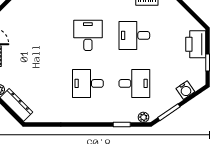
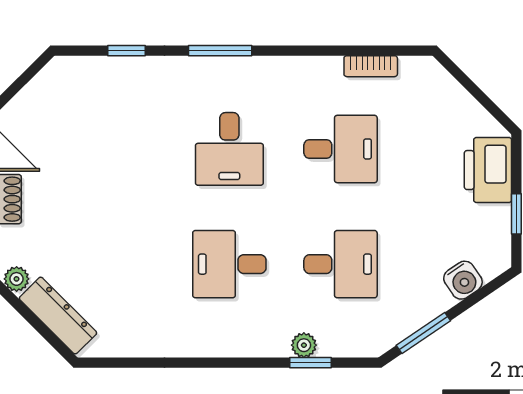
desk: (88, 35) -> (229, 149), turned 180
desk: (134, 35) -> (341, 149), turned 180
plant: (143, 117) -> (304, 345), moved

